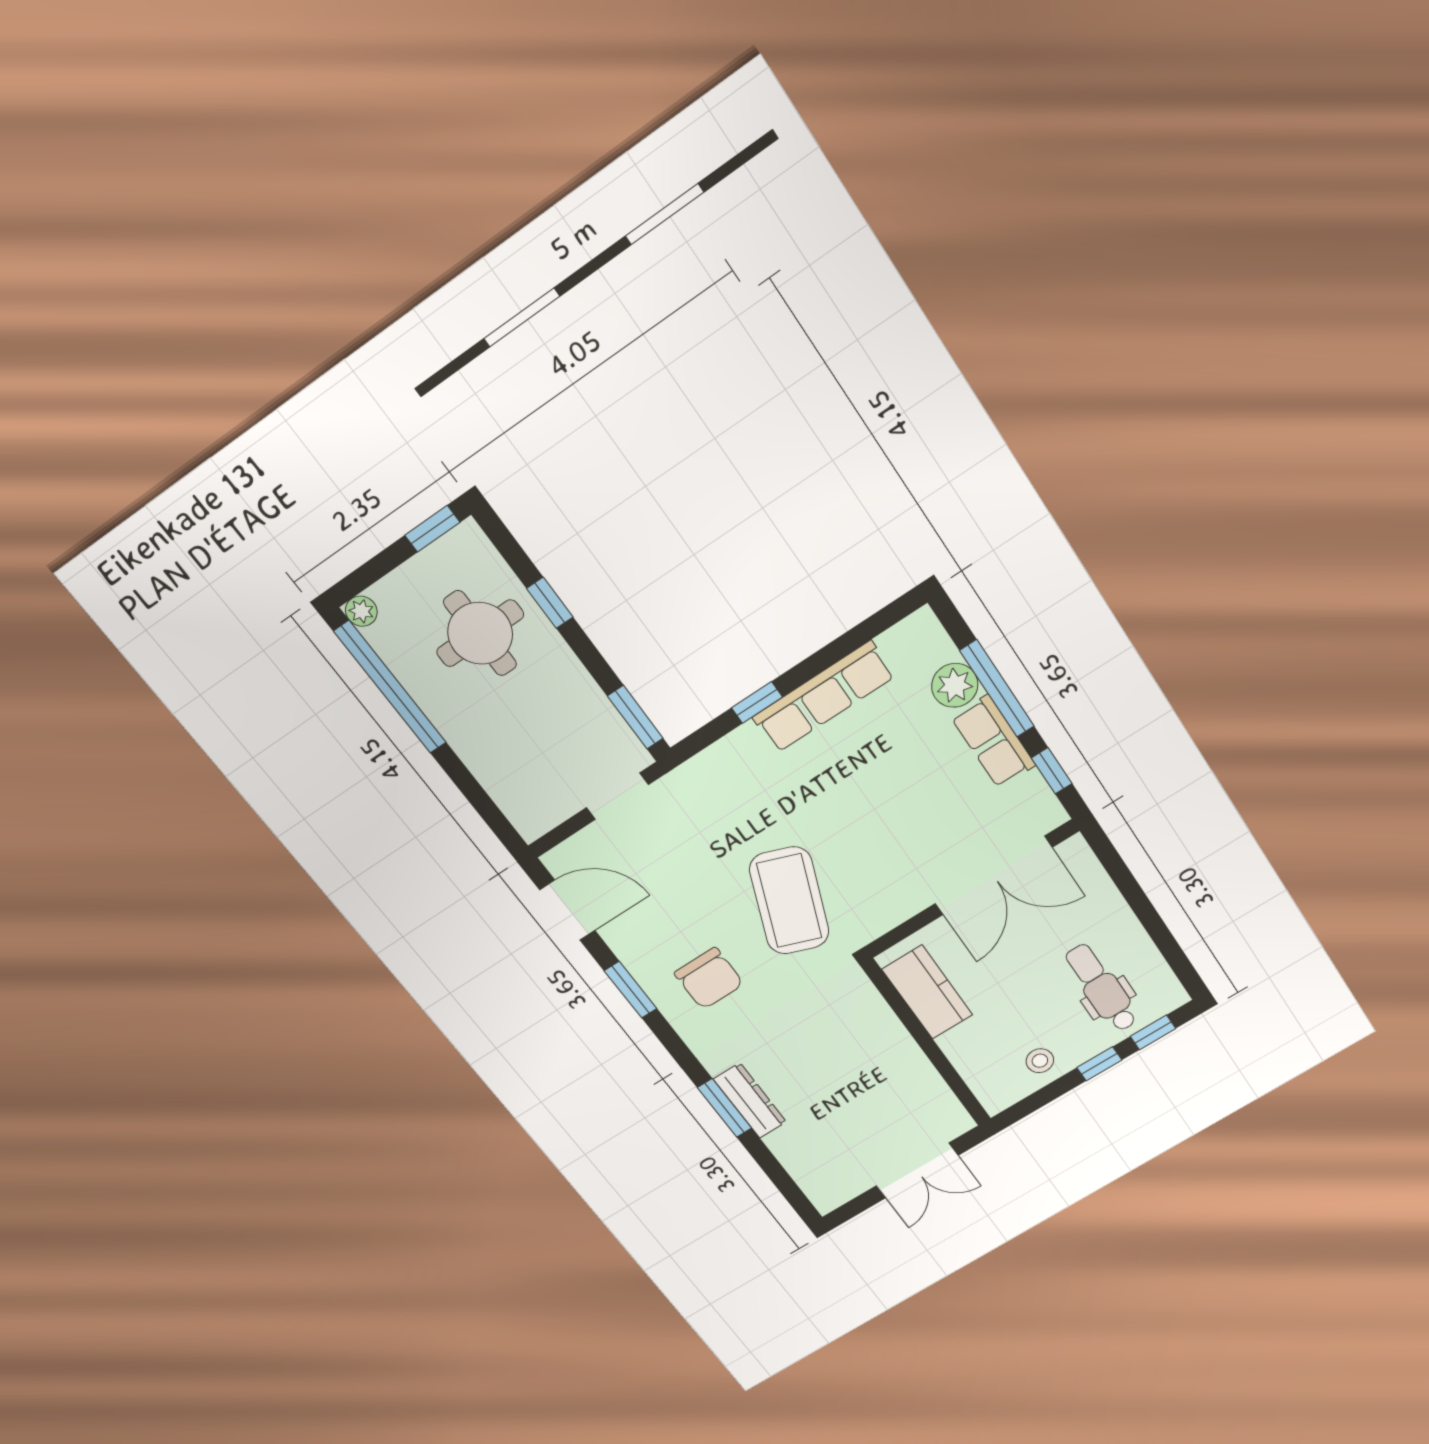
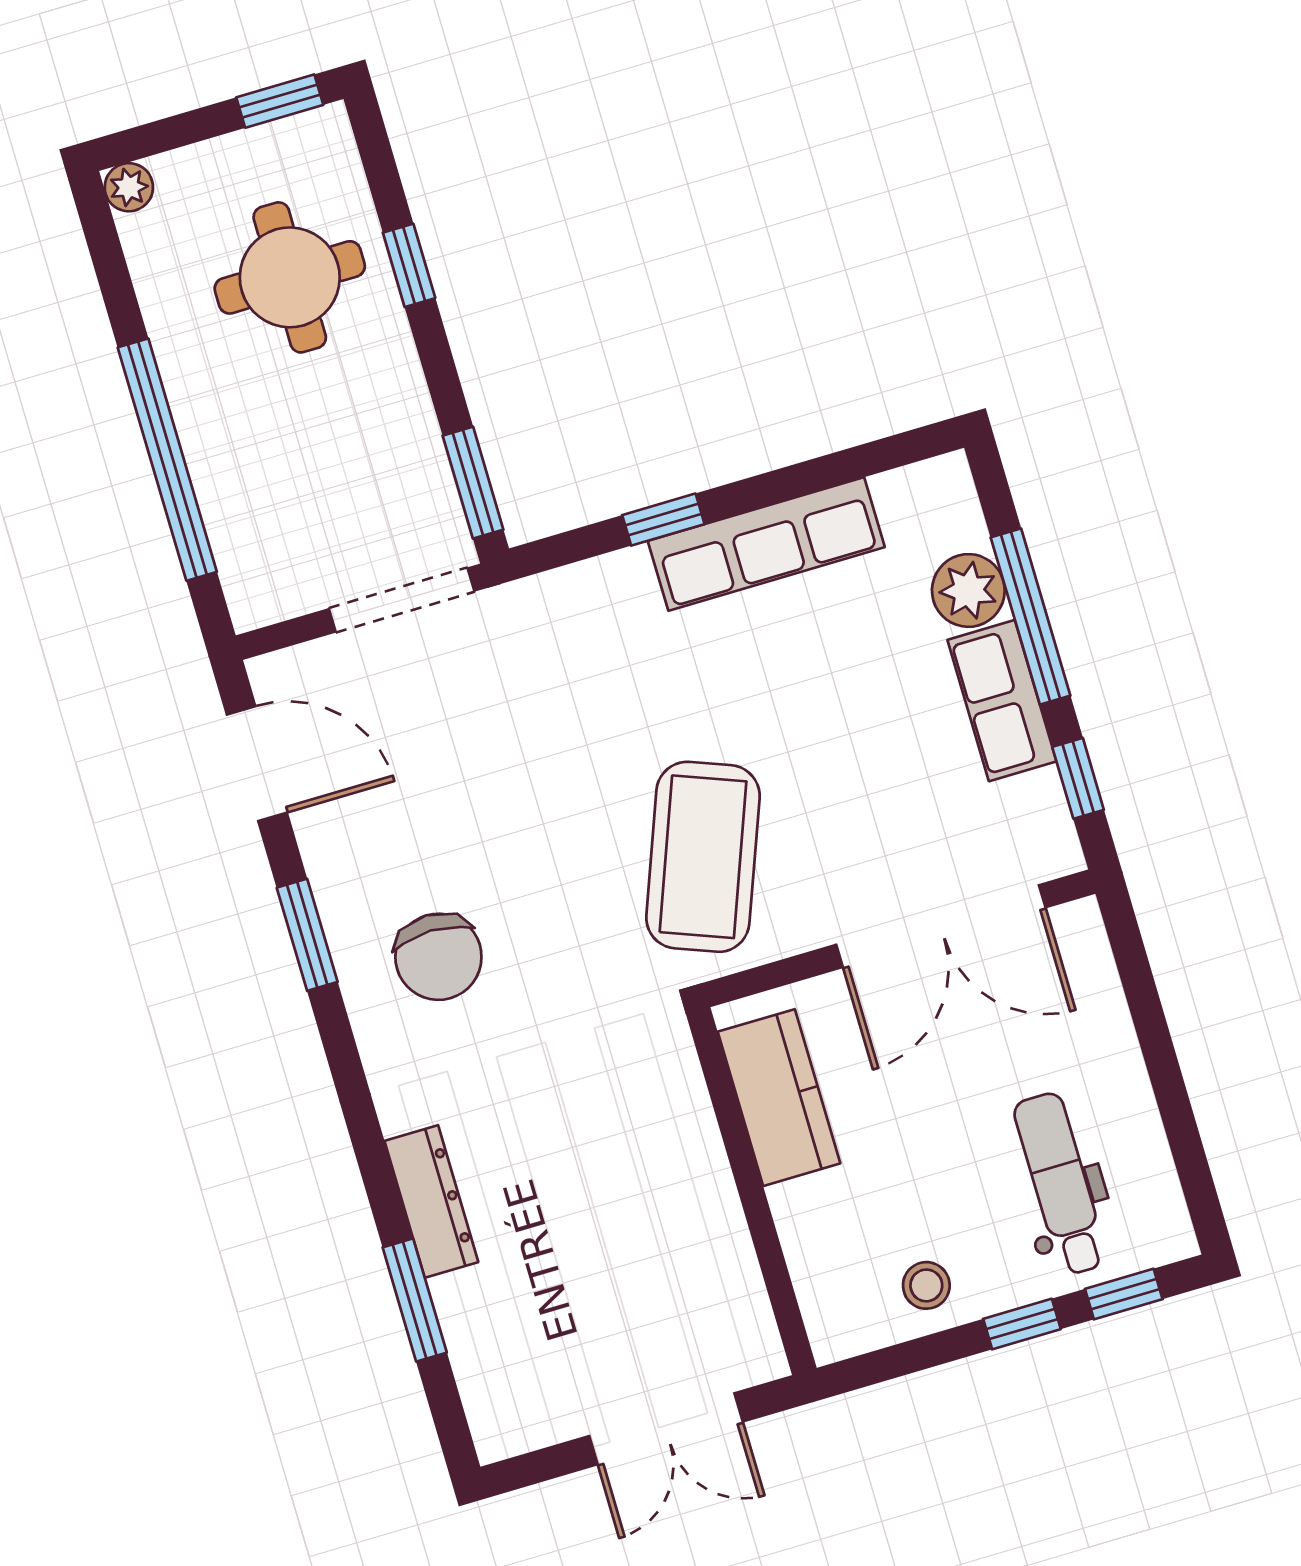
window: (390, 687) -> (167, 460), moved
doorway: (617, 796) -> (402, 600), width x1.38
coffee table: (789, 901) -> (703, 857), moved
window: (725, 1108) -> (415, 1300), moved

